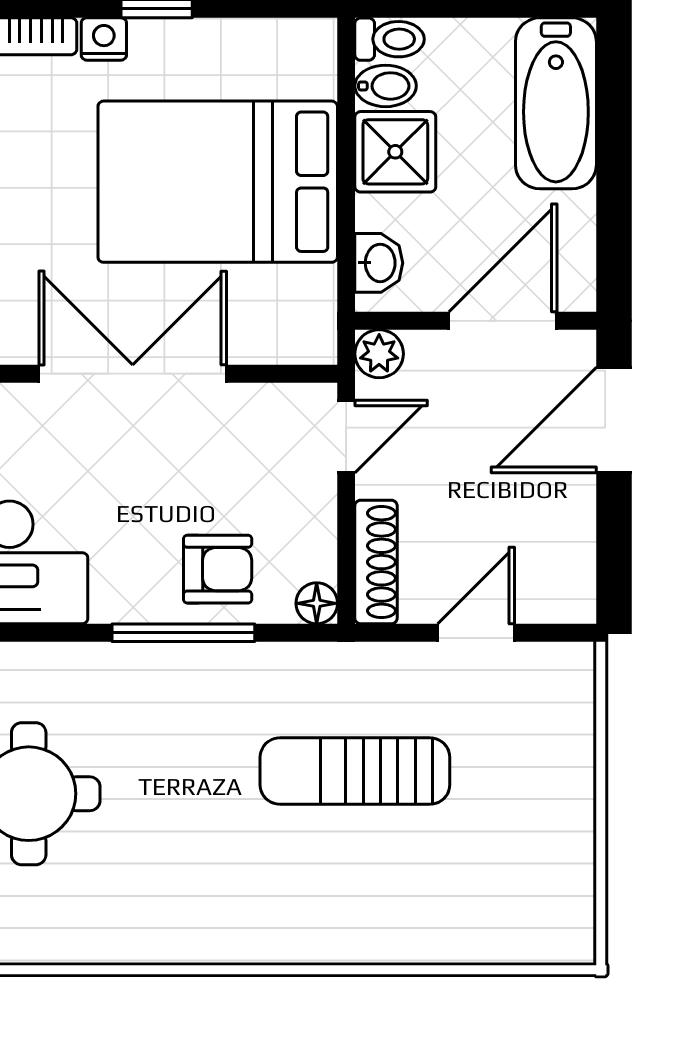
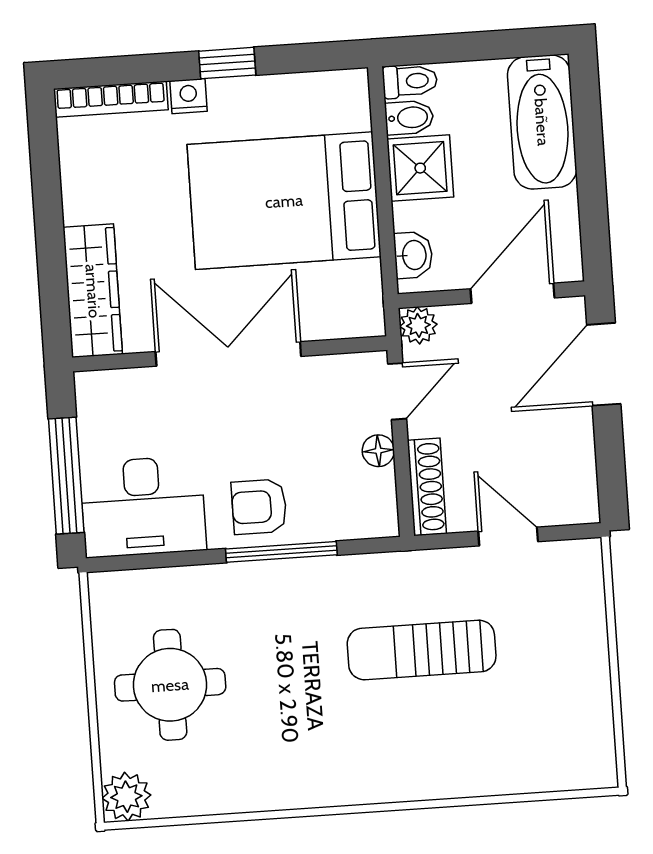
armchair: (218, 569) -> (259, 507), moved, turned 180
floor lamp: (317, 603) -> (378, 451), moved
door: (476, 633) -> (508, 536), hinge flipped

